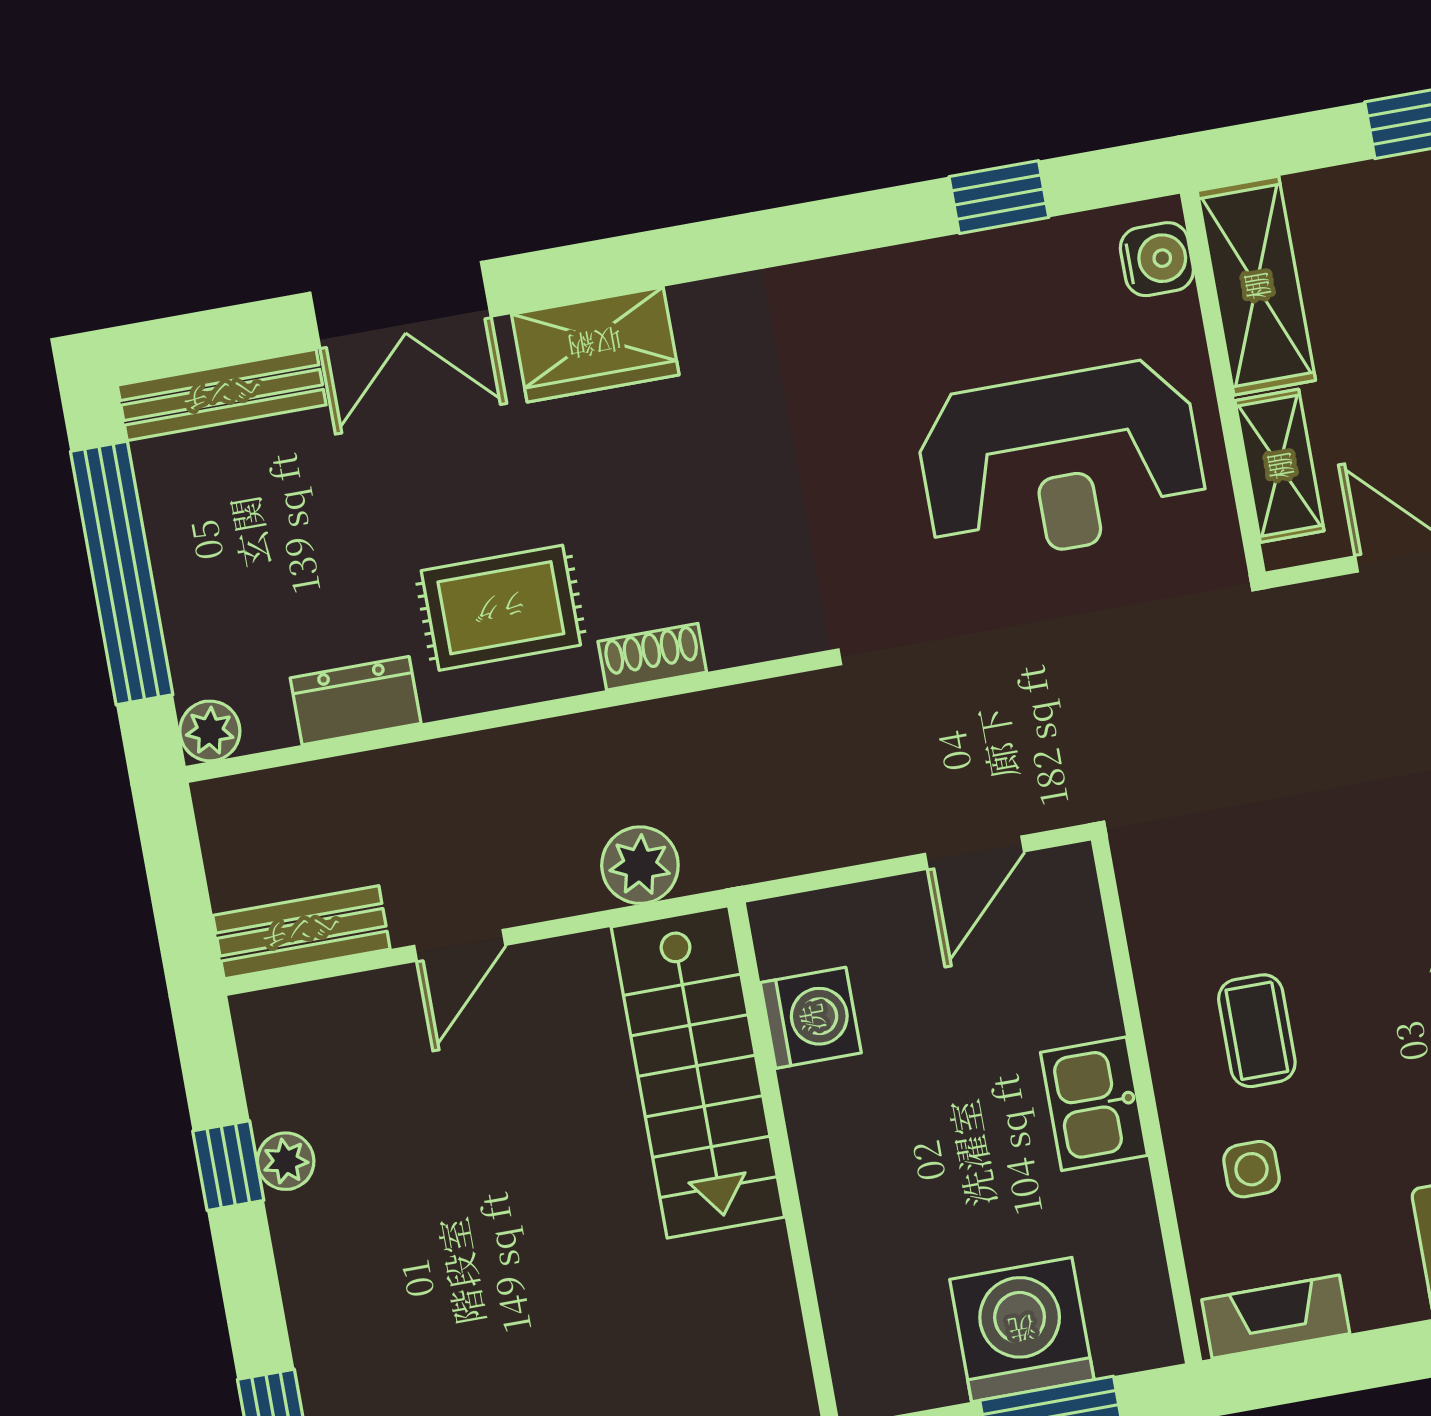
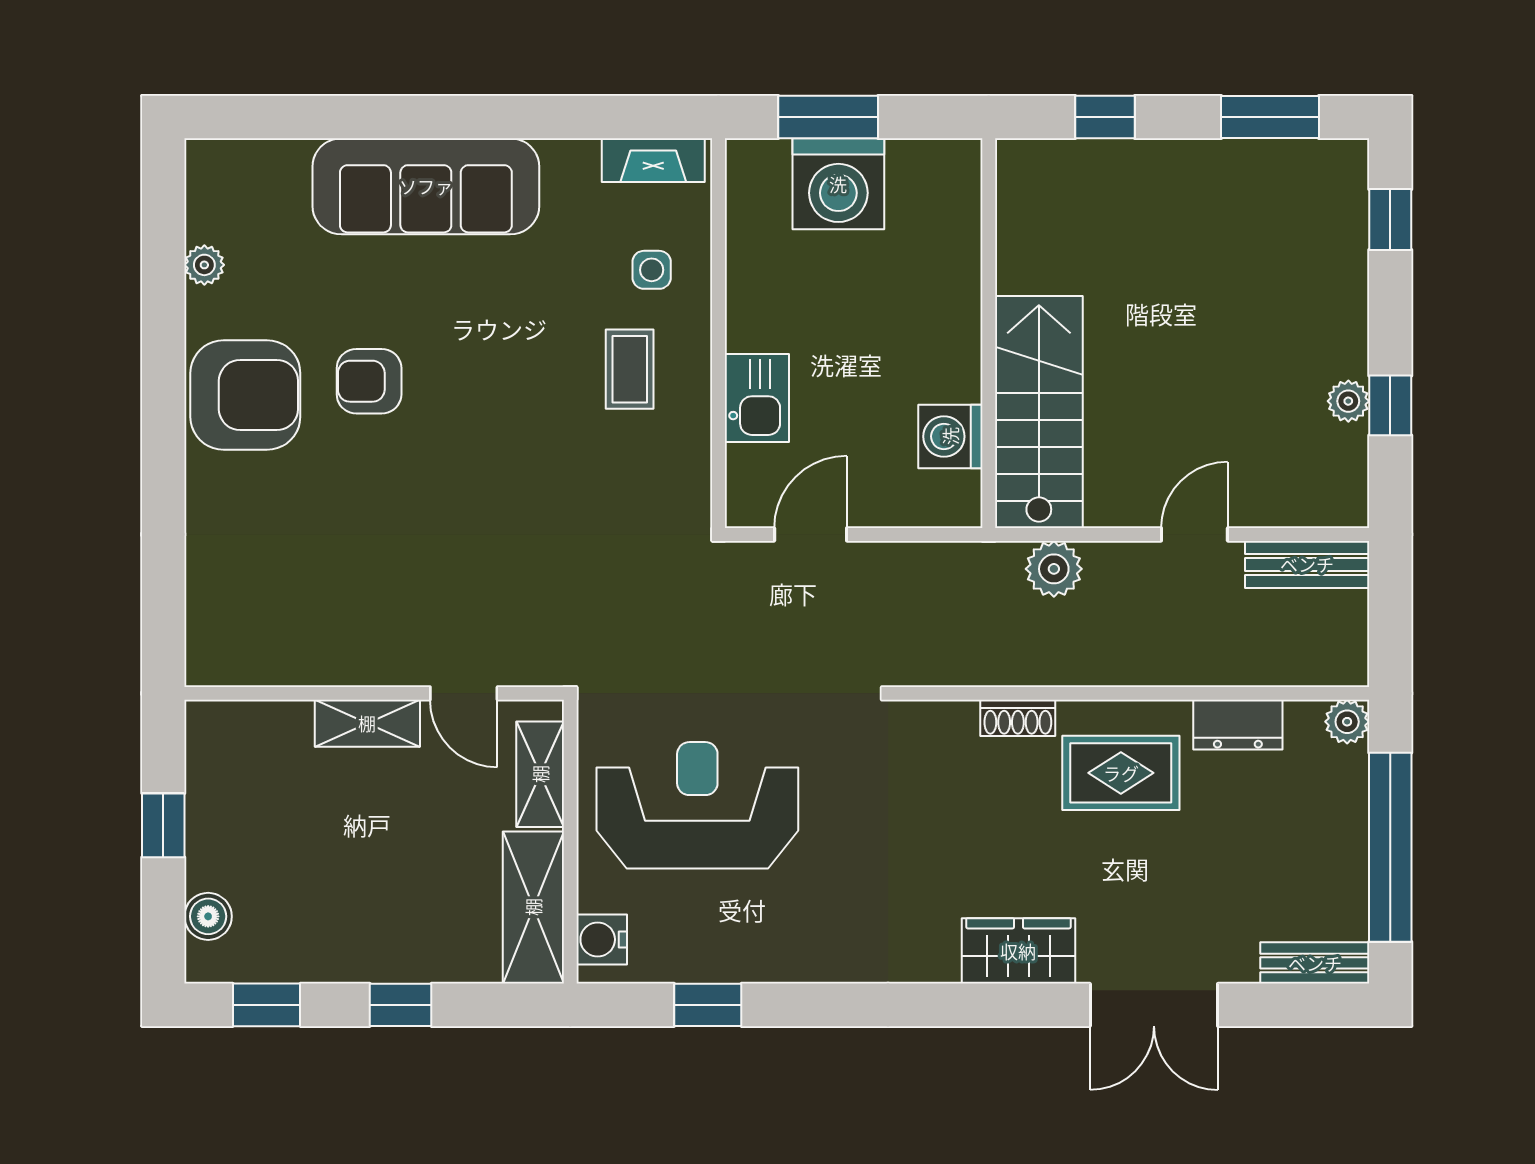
double door: (401, 305) -> (1154, 1005), swing flipped
bench: (222, 395) -> (1315, 963), width x0.73
kitchen sink: (1094, 1104) -> (757, 398), moved

